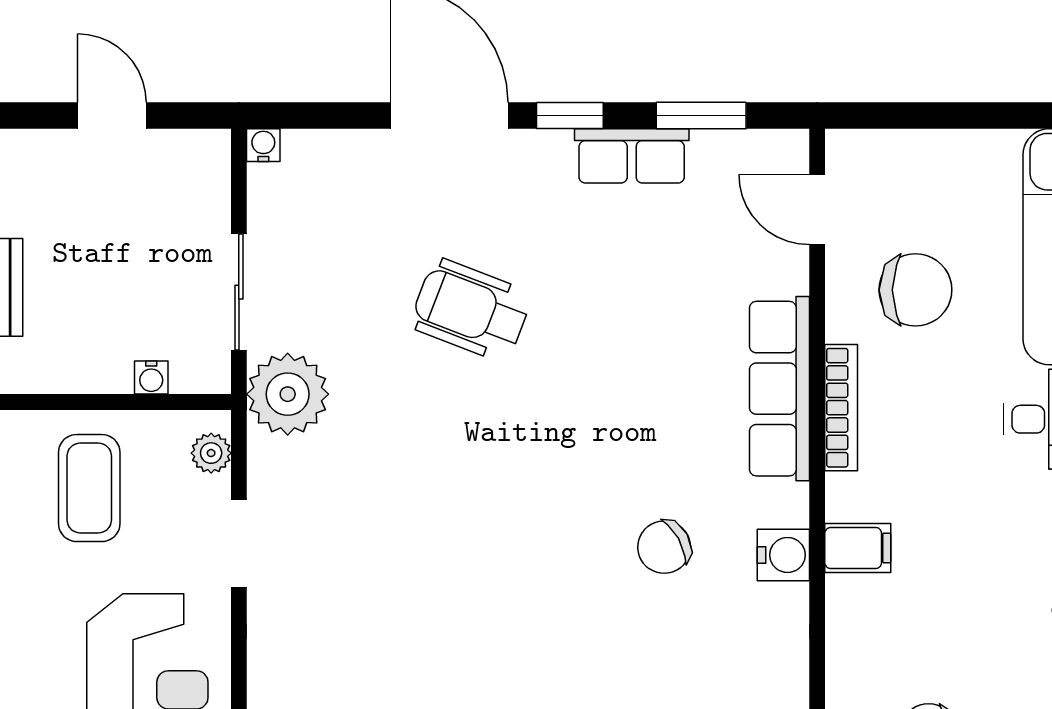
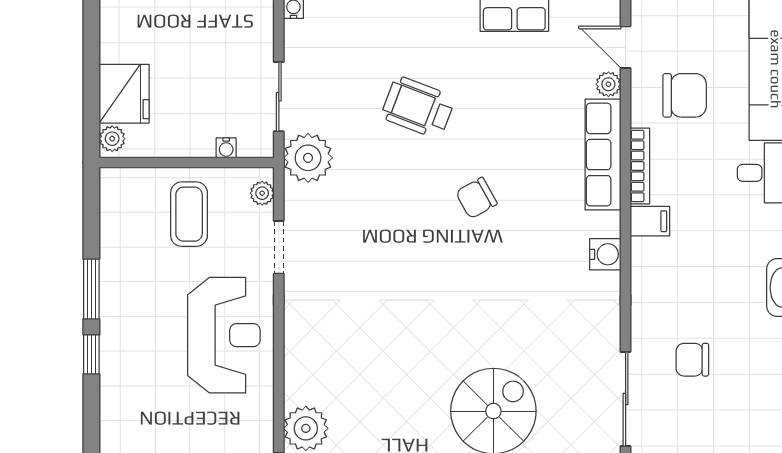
plant: (789, 271) -> (608, 84), added
chair: (664, 547) -> (476, 198), moved
filing cabinet: (858, 548) -> (650, 221), moved

